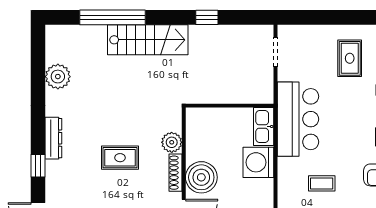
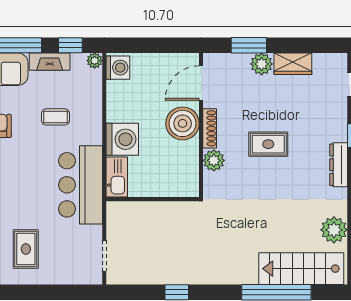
stairs: (148, 40) -> (301, 269), moved

